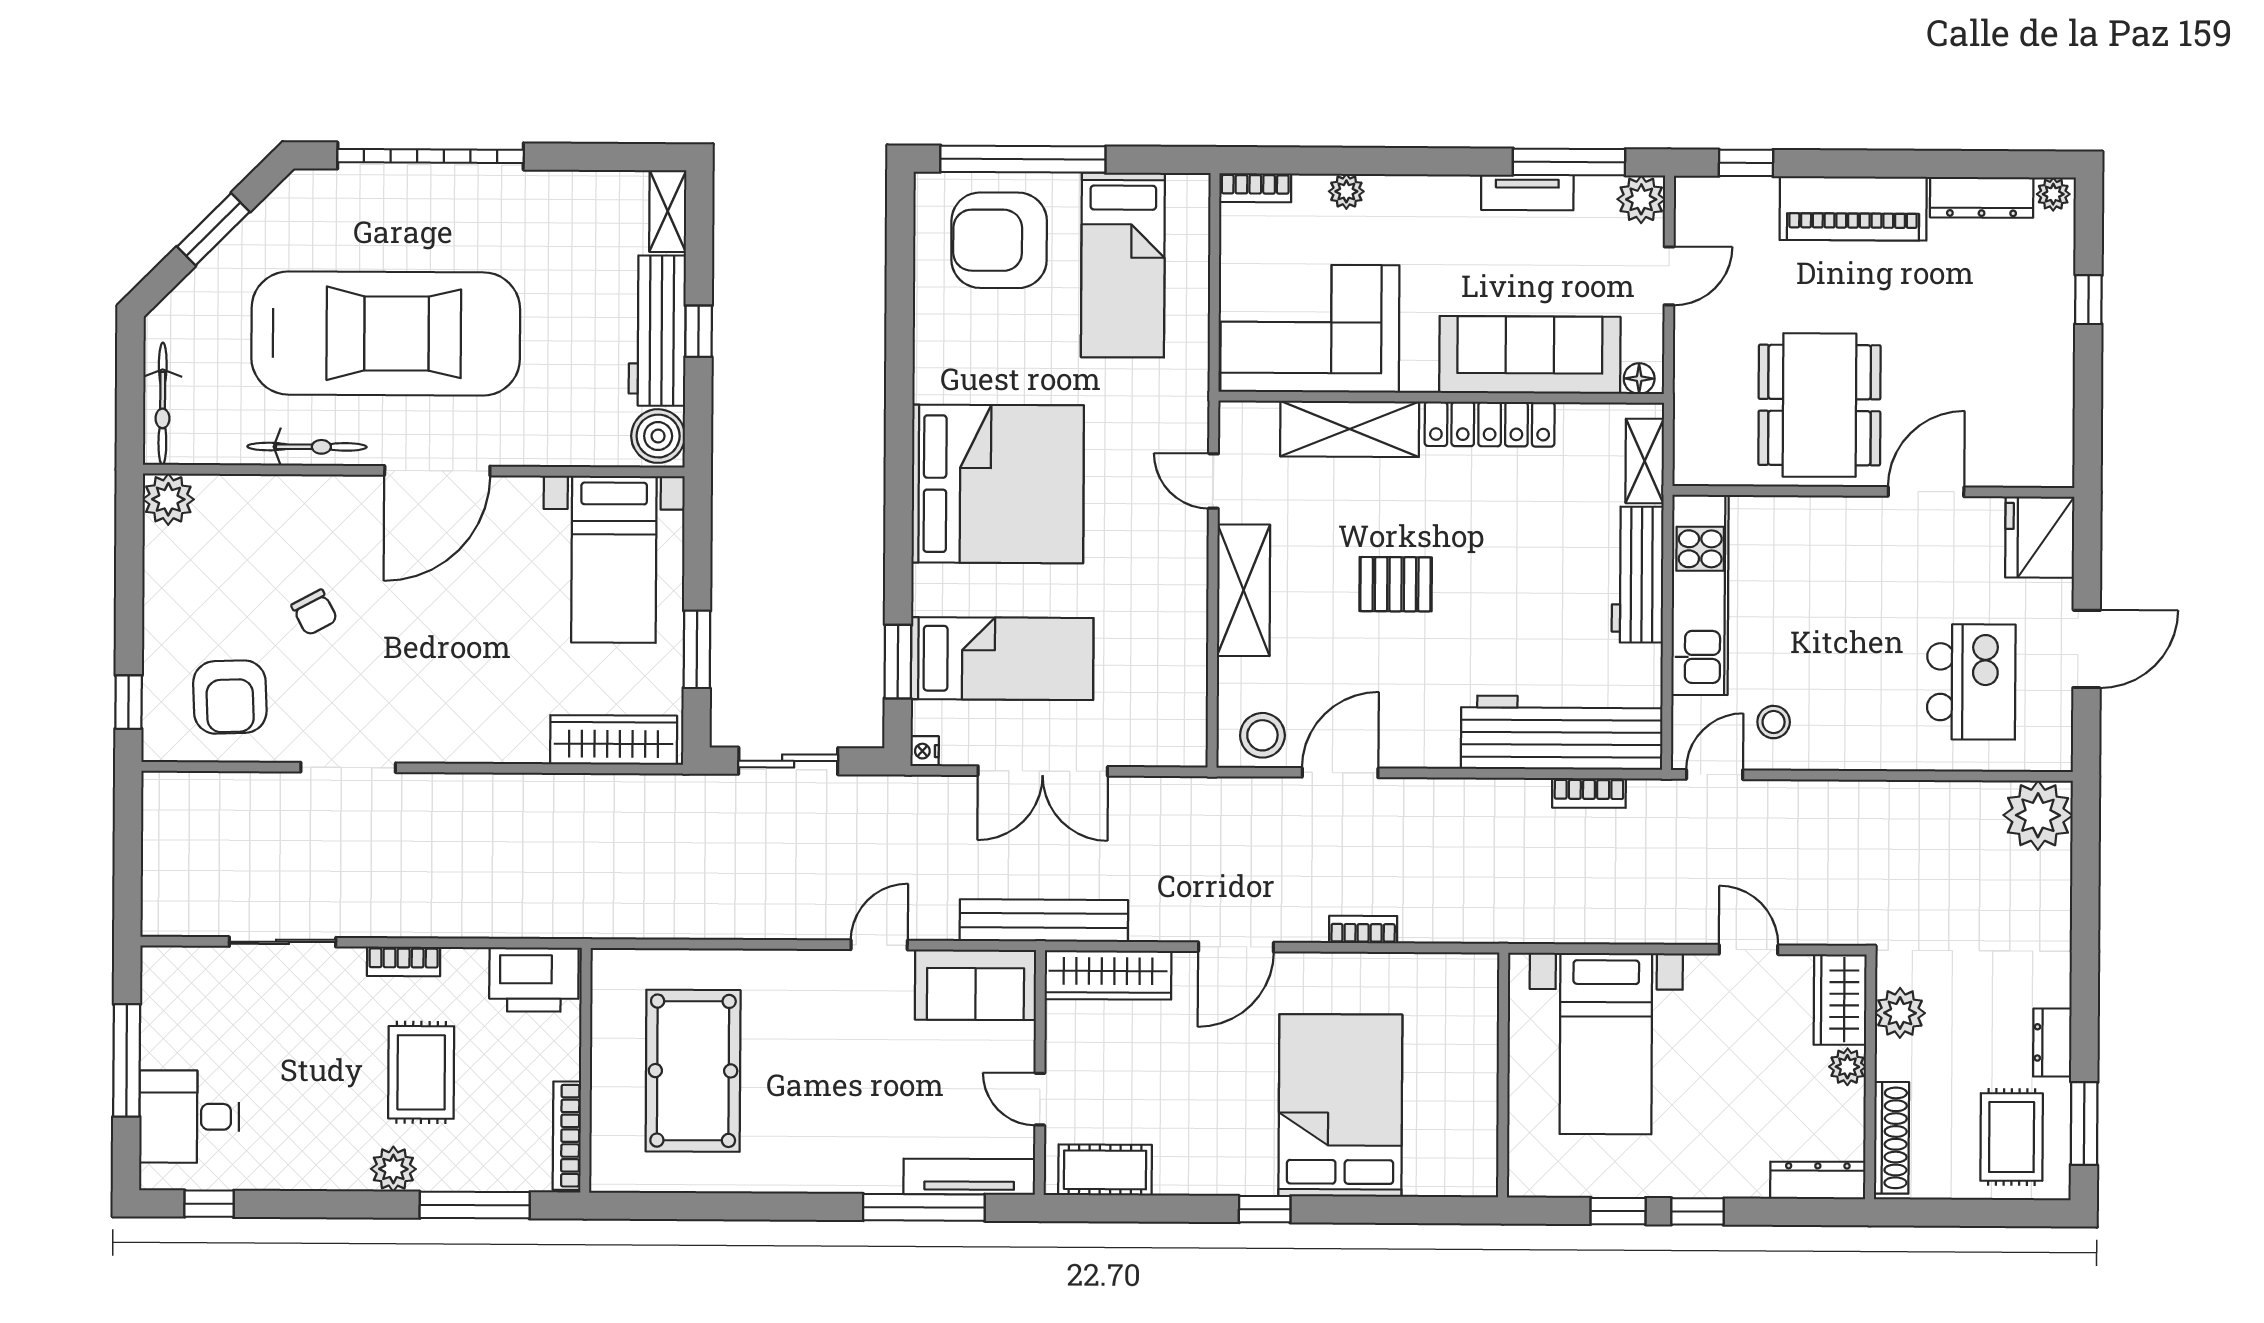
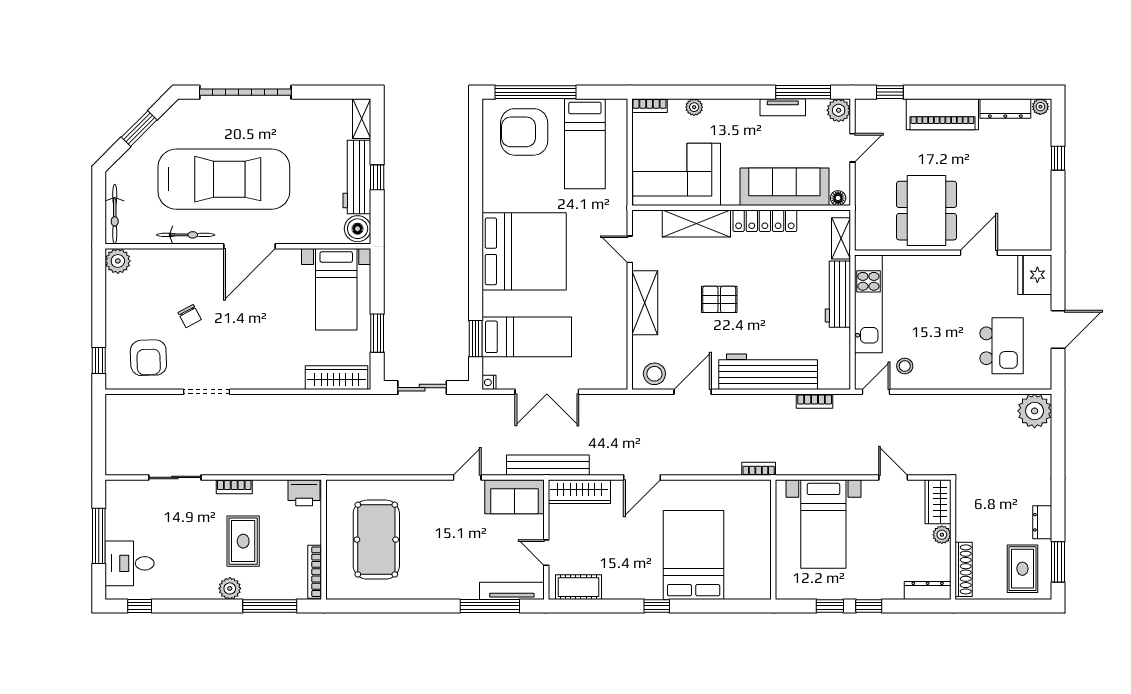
workbench: (1562, 733) -> (768, 372), moved
bookcase: (1363, 930) -> (759, 469), moved
printer: (534, 980) -> (304, 493), width x0.73, depth x0.84
plant: (1900, 1013) -> (967, 508), removed

